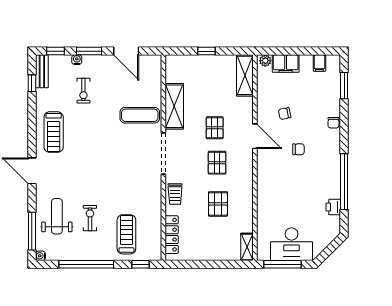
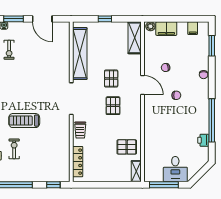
shelving: (174, 106) -> (80, 54), width x1.47
exercise mat: (140, 115) -> (53, 69), removed
pallet: (218, 204) -> (127, 147), moved, turned 90
treadmill: (126, 234) -> (24, 121), moved, turned -90
desk: (292, 244) -> (175, 169), width x0.73

